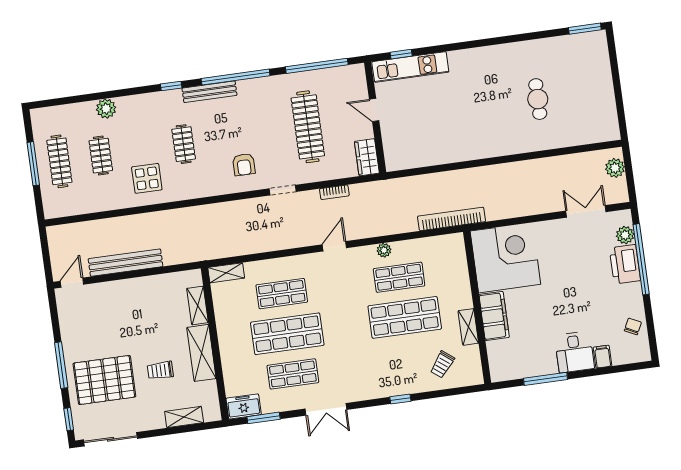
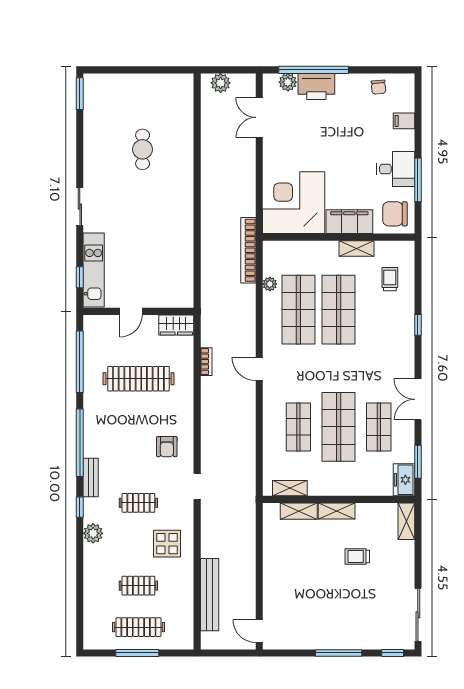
sliding door: (472, 44) -> (80, 207), added
bench: (209, 92) -> (91, 477), width x0.73
cafe table: (538, 99) -> (143, 149), turned 90
plant: (106, 109) -> (93, 533), moved
armchair: (244, 165) -> (167, 447), turned 90
doorway: (283, 190) -> (197, 486), moved
plant: (384, 250) -> (270, 284), moved
bench: (126, 263) -> (210, 595), moved
shelving: (226, 273) -> (290, 488), moved, turned 90
shop shelf: (399, 277) -> (298, 310), width x1.43, depth x1.36
chair: (633, 326) -> (378, 87), turned -121
desk: (574, 352) -> (396, 169), moved
shelving: (201, 353) -> (337, 511), width x0.67, depth x0.75
chair: (508, 361) -> (395, 214), added
trolley: (442, 364) -> (390, 279), turned -128
trolley: (160, 370) -> (357, 557), turned 90
pallet: (104, 380) -> (359, 613), removed
double door: (326, 409) -> (418, 399), swing flipped
shelving: (184, 417) -> (406, 521), moved

